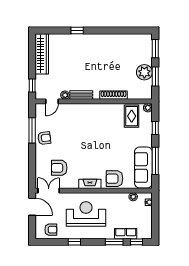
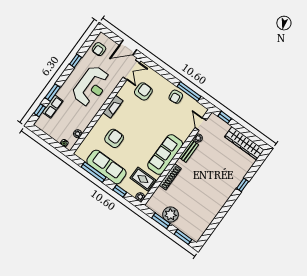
sofa: (98, 112) -> (165, 155), added
sofa: (143, 167) -> (106, 167), moved
armchair: (114, 179) -> (114, 138), moved

